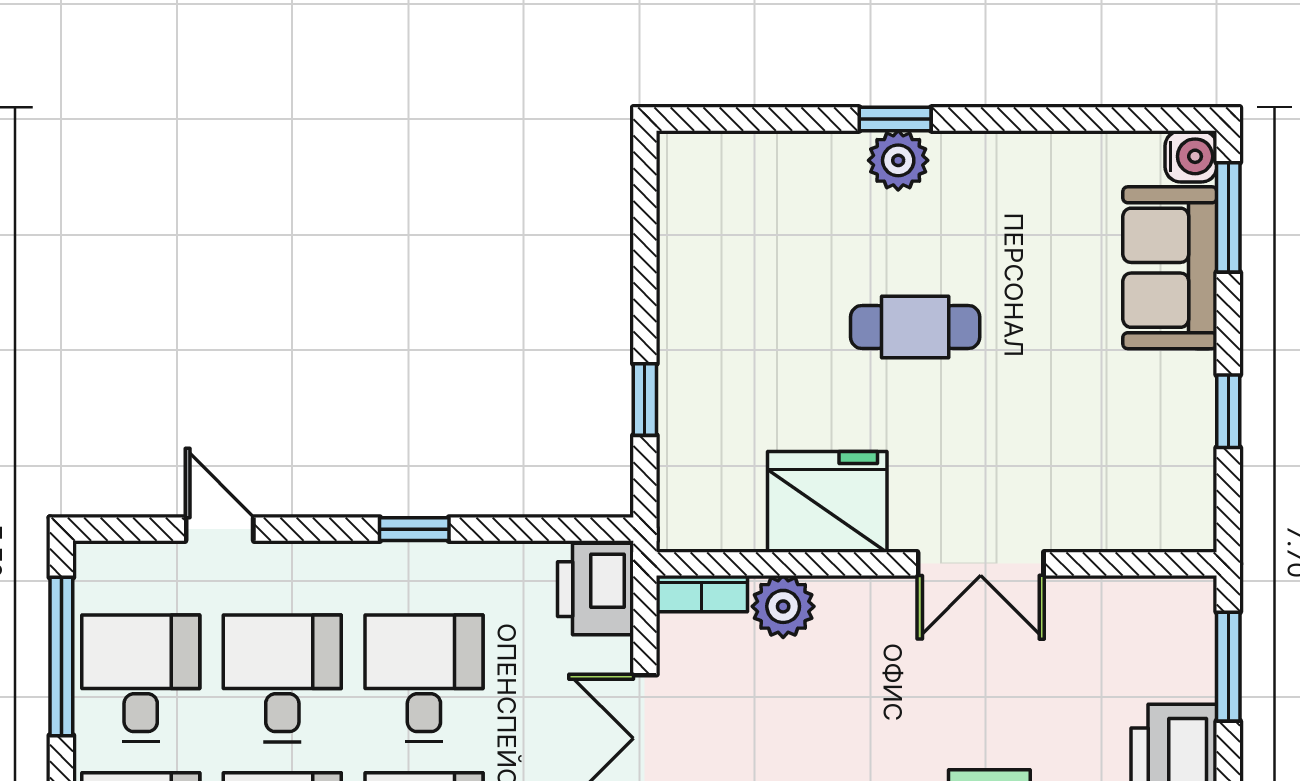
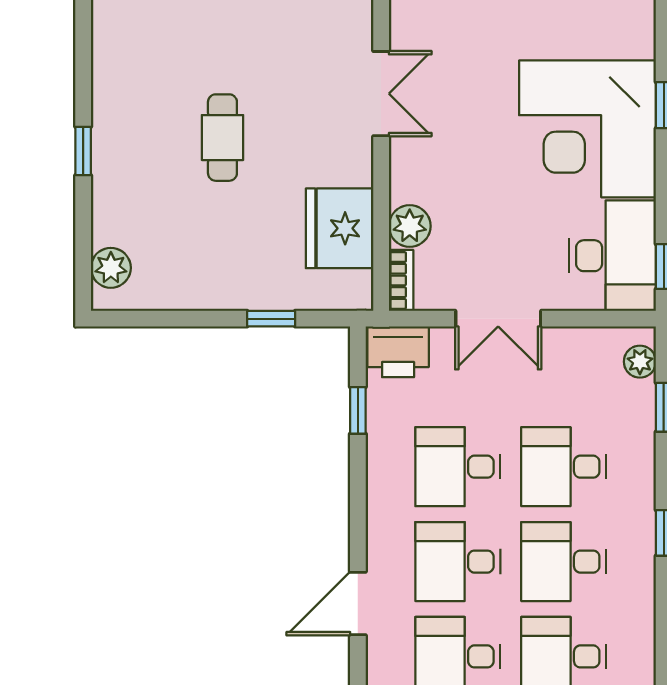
plant: (898, 160) -> (111, 268), moved
fridge: (827, 502) -> (340, 228), moved
door: (220, 529) -> (358, 604), width x1.38
window: (414, 529) -> (358, 410), moved

